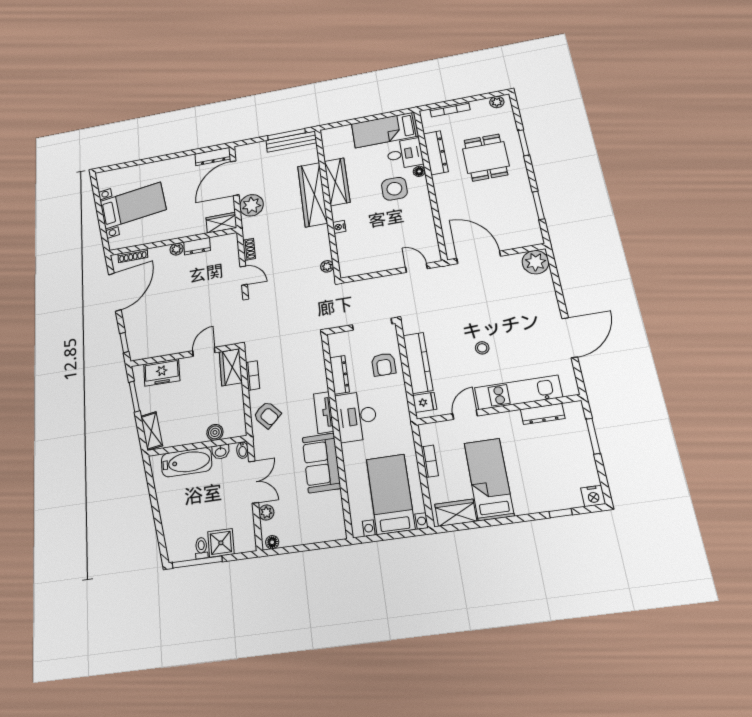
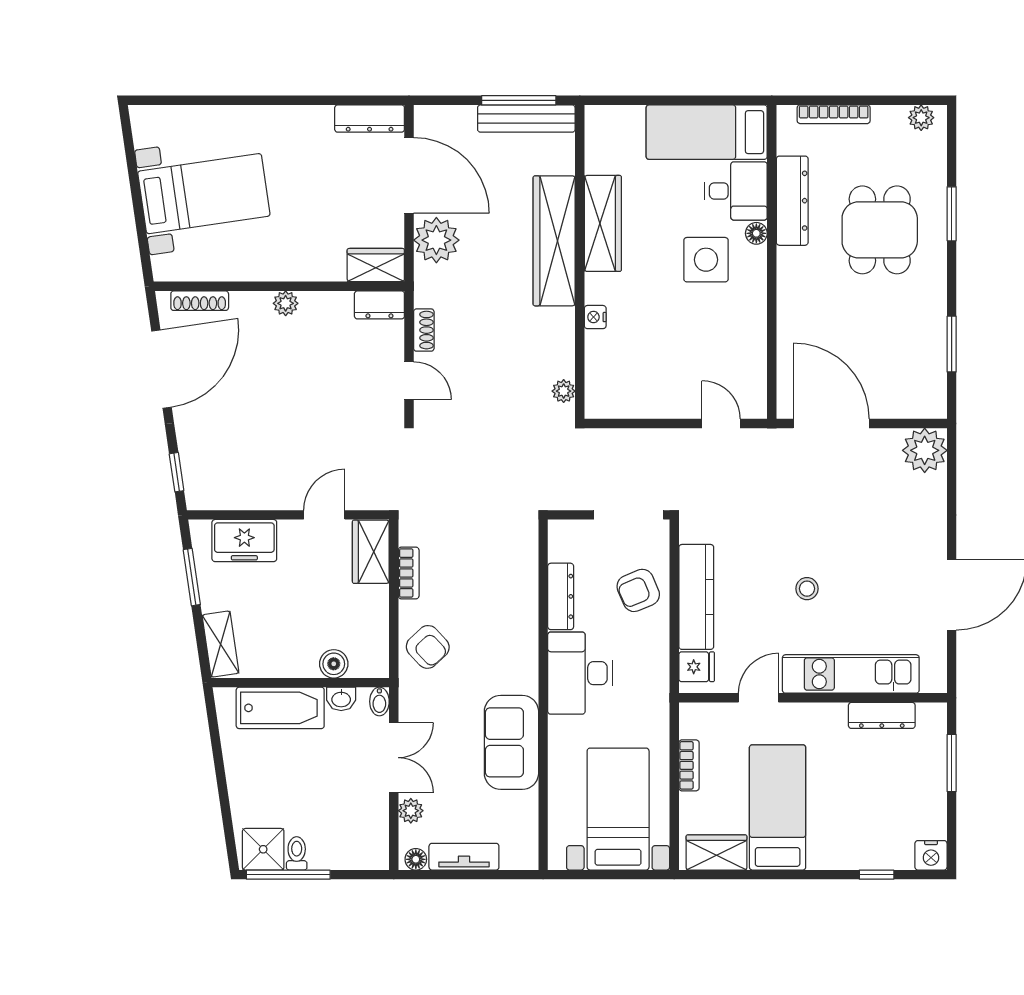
door: (235, 178) -> (409, 175), swing flipped
dresser: (197, 246) -> (379, 305), moved
armchair: (384, 364) -> (638, 590), turned 67
tv unit: (324, 413) -> (464, 857), moved, turned 90
shower: (221, 543) -> (263, 849), moved

